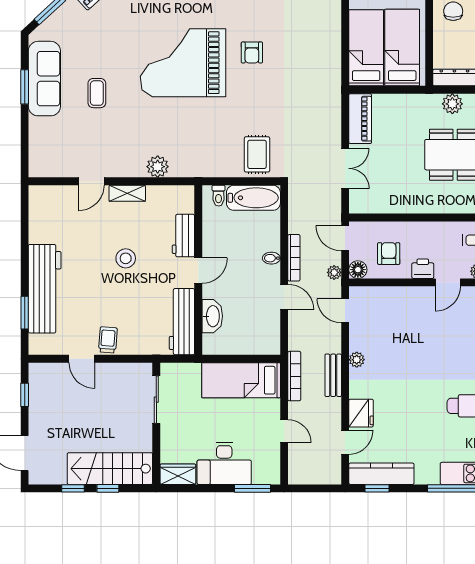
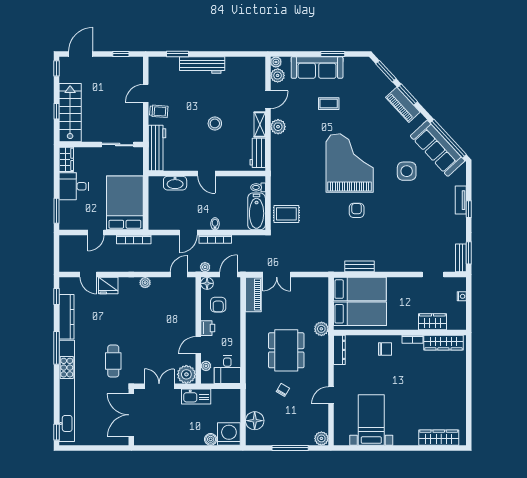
armchair: (252, 52) -> (357, 210), turned 90
sofa: (44, 79) -> (317, 67), moved
plant: (452, 104) -> (321, 329), moved
piano: (360, 119) -> (253, 294), moved, turned -90
plant: (56, 167) -> (278, 75), added
plant: (158, 167) -> (278, 127), moved
plant: (36, 170) -> (276, 62), added
door: (91, 181) -> (268, 100), swing flipped
workbench: (183, 236) -> (258, 153), moved, turned -90
armchair: (389, 254) -> (218, 305), turned 90
door: (448, 282) -> (198, 345), hinge flipped
workbench: (45, 289) -> (202, 65), width x0.73, depth x0.76
workbench: (182, 322) -> (157, 148), moved, turned 90
bench: (333, 375) -> (360, 266), moved
bed: (241, 380) -> (125, 203), width x1.50
desk: (224, 463) -> (74, 186), width x0.73
kitchen counter: (381, 474) -> (67, 317), moved
window: (73, 488) -> (56, 68), moved

